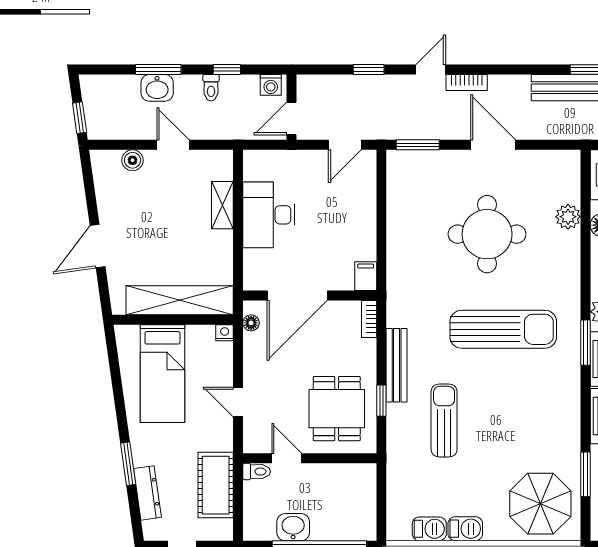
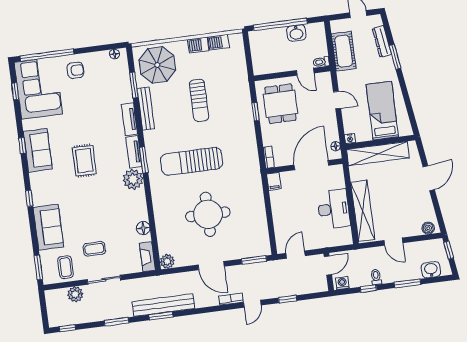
washbasin: (157, 88) -> (431, 270), moved
boiler: (133, 160) -> (428, 228), moved
shelving: (222, 205) -> (363, 211), width x2.20, depth x1.33
plant: (568, 217) -> (167, 261), moved
bench: (397, 365) -> (146, 109), moved
sun lounger: (444, 420) -> (199, 100), moved

